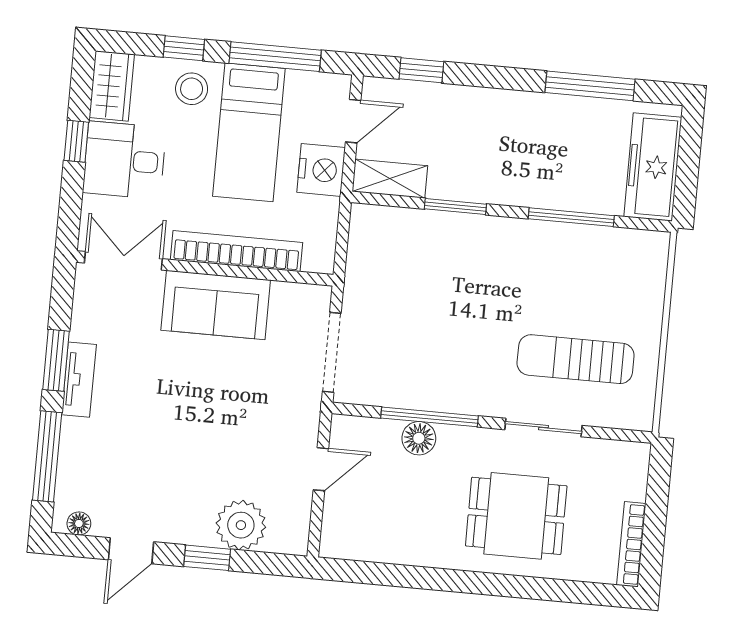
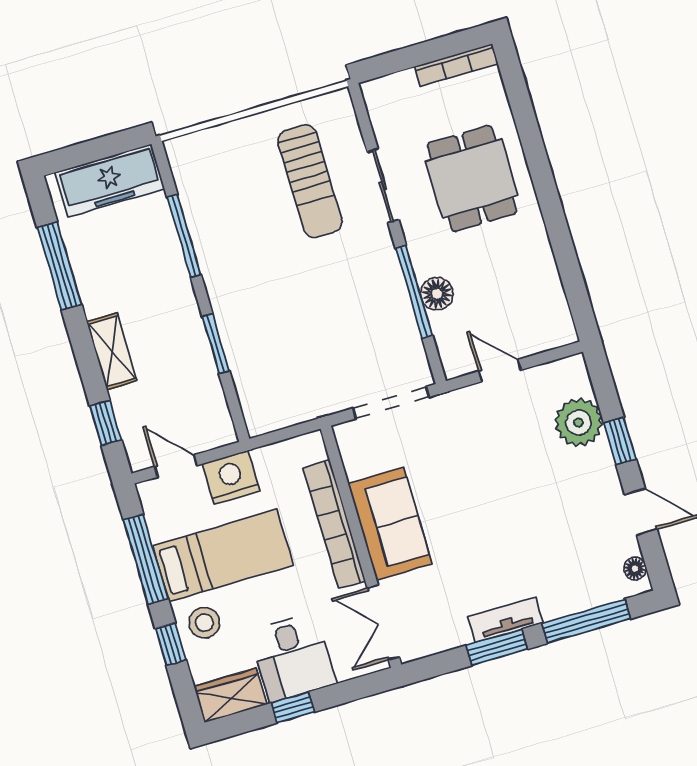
shelving: (390, 179) -> (112, 351), moved

